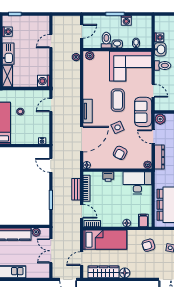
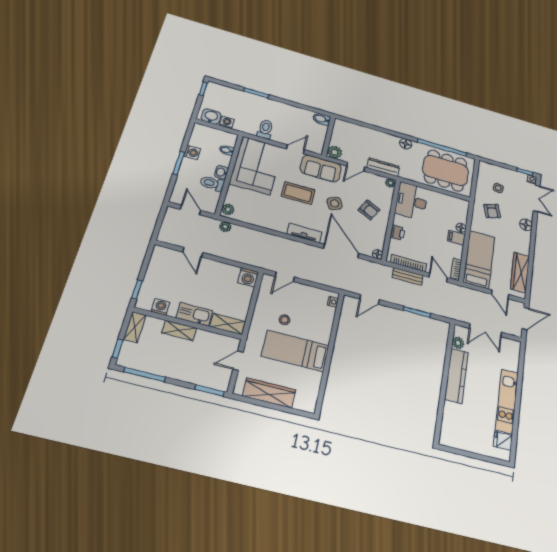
washbasin: (160, 49) -> (211, 117), moved
door: (51, 105) -> (285, 277), hinge flipped
door: (82, 211) -> (438, 277), hinge flipped
filing cabinet: (143, 221) -> (456, 238), moved
floor lamp: (125, 273) -> (526, 225), moved

